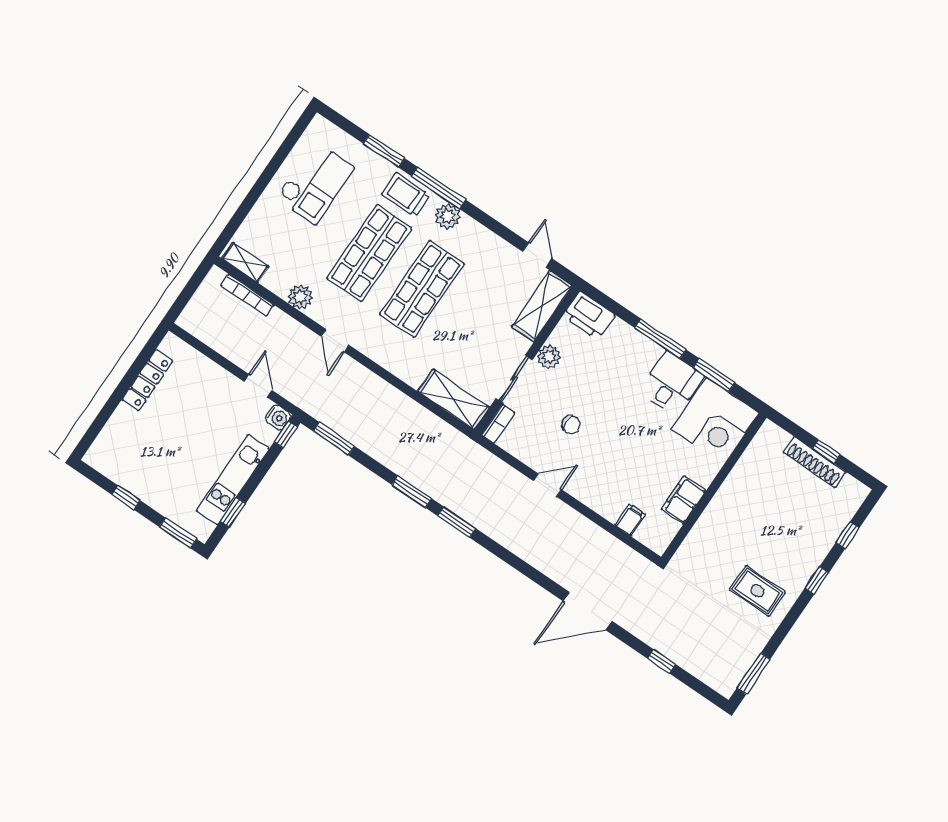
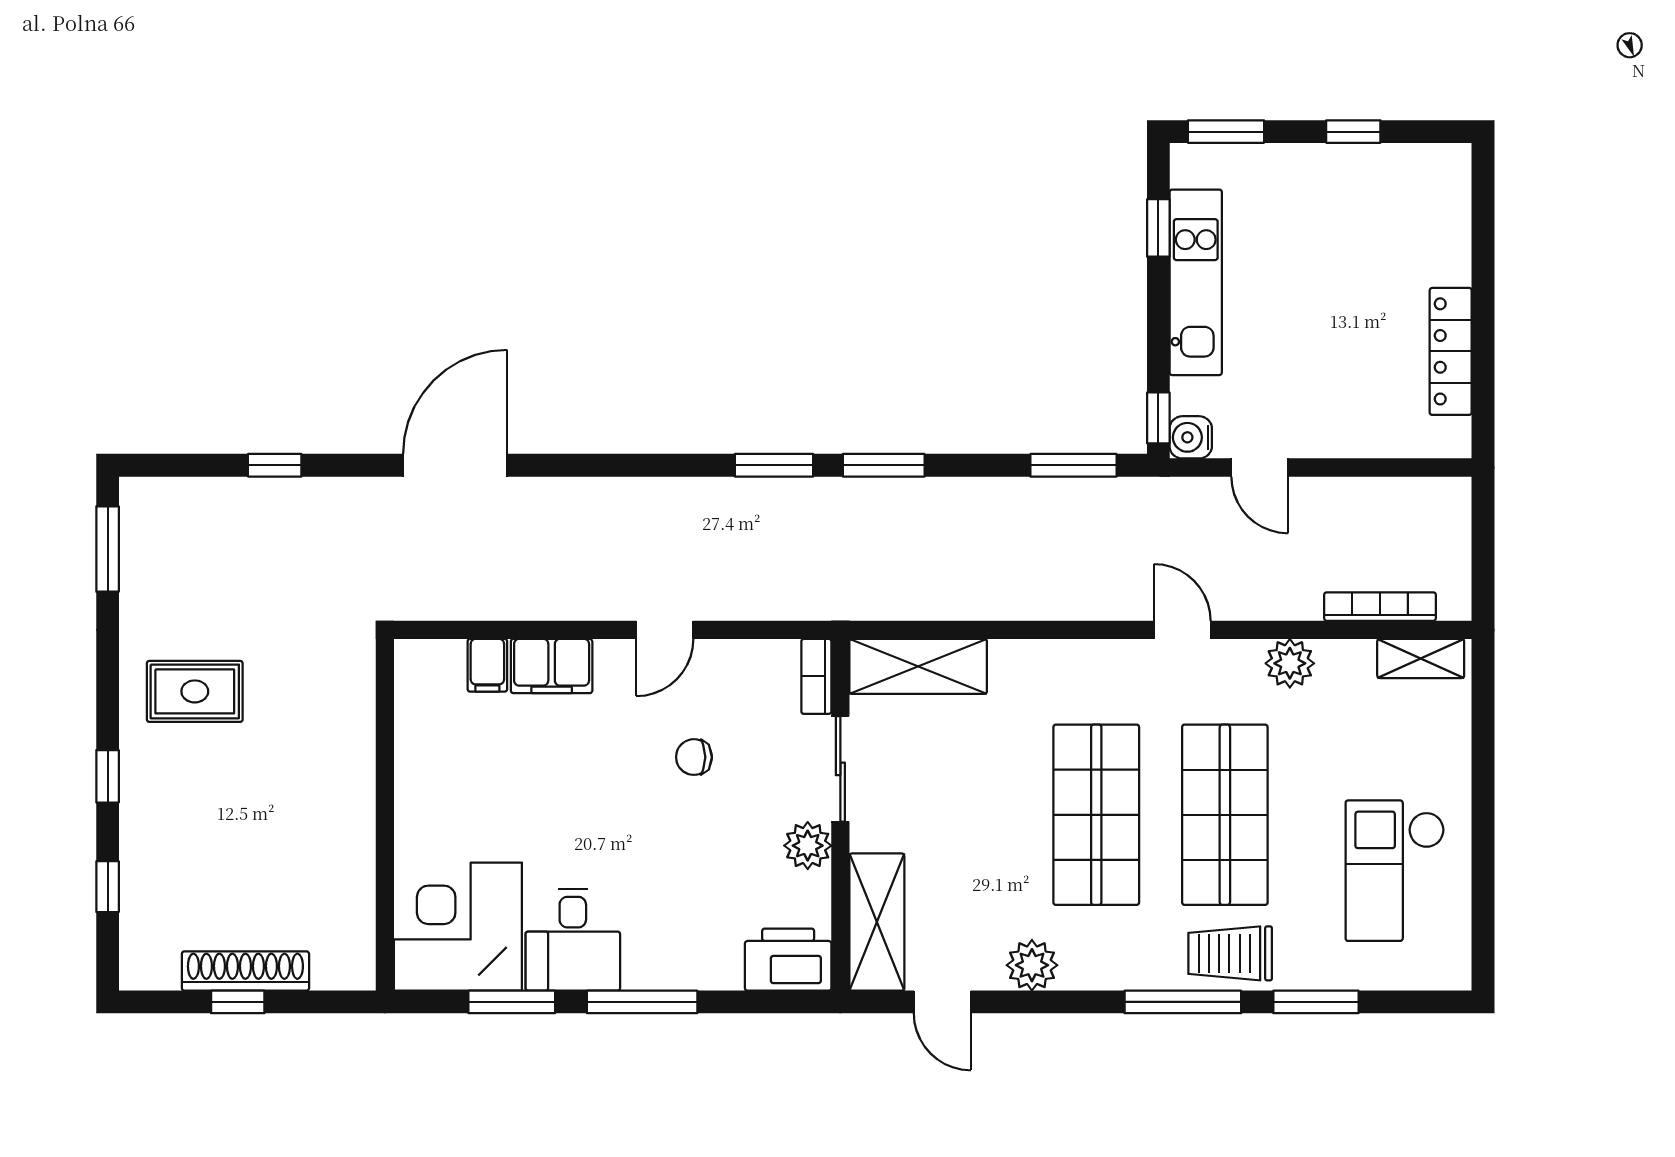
trolley: (406, 195) -> (1230, 953), turned 180
plant: (448, 216) -> (1032, 965), moved
filing cabinet: (684, 500) -> (552, 666), moved, turned 90

